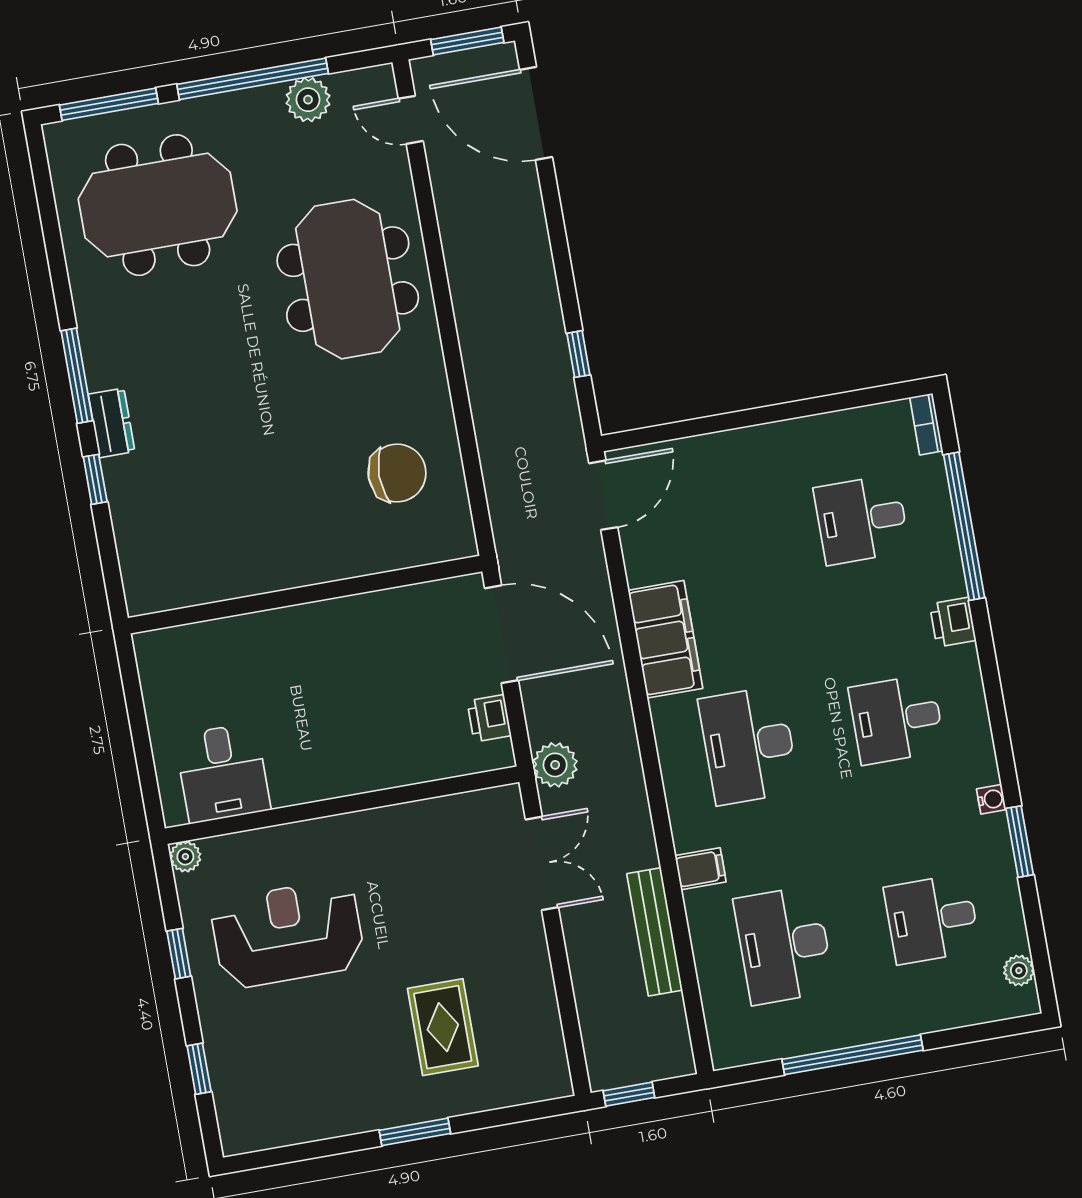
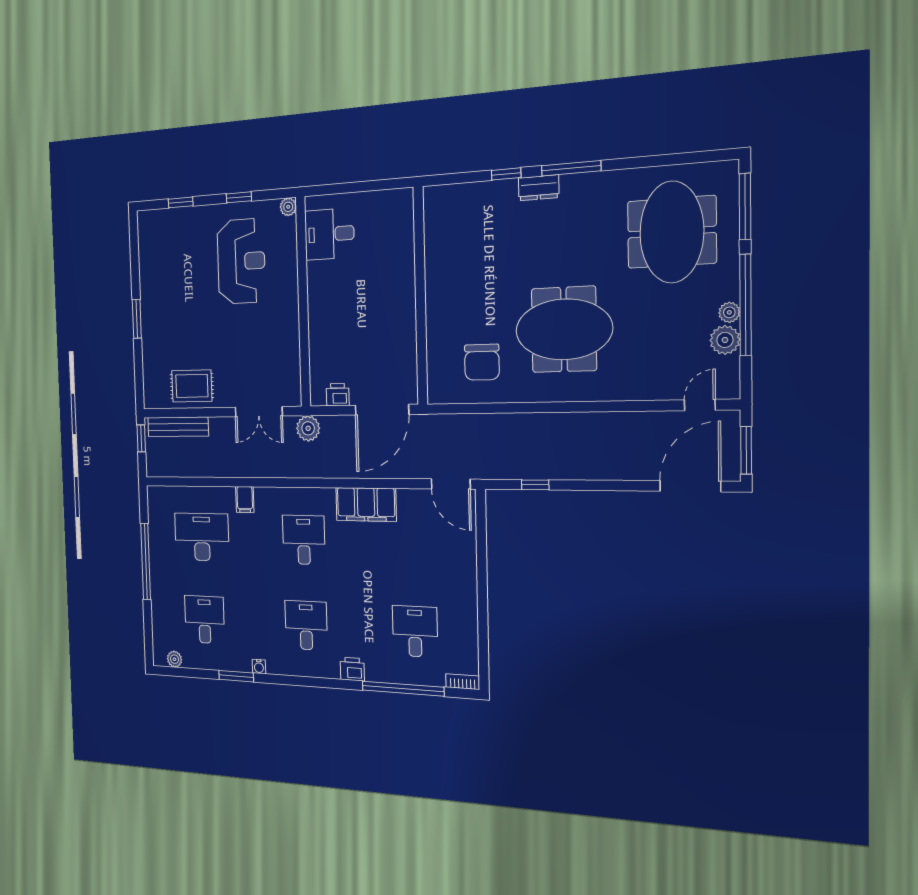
plant: (266, 100) -> (729, 312), added
meeting table: (348, 279) -> (564, 329), moved
desk: (749, 745) -> (304, 540), width x0.73
bench: (655, 932) -> (178, 427), moved
rug: (443, 1027) -> (192, 386), moved

